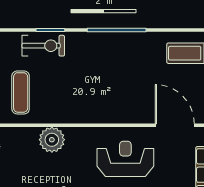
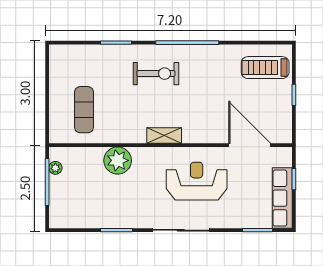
exercise bike: (43, 46) -> (156, 74), moved
shelving: (95, 116) -> (164, 136), added

